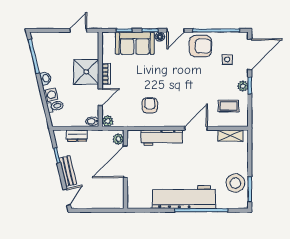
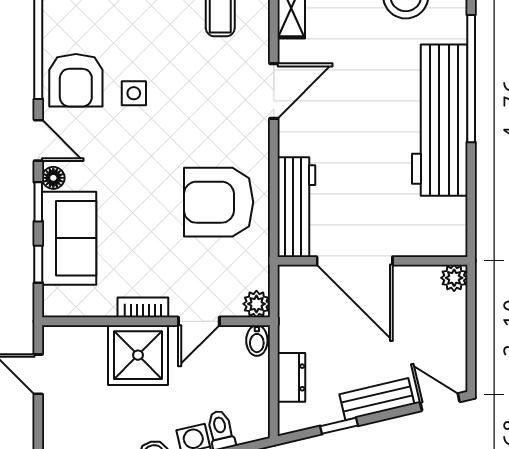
armchair: (200, 46) -> (76, 80), turned 180
side table: (227, 59) -> (134, 93), moved
door: (100, 97) -> (199, 321), swing flipped
armchair: (150, 105) -> (219, 202), width x1.88, depth x1.88
door: (196, 128) -> (274, 91), swing flipped
workbench: (162, 138) -> (296, 207), moved
plant: (118, 139) -> (454, 278), moved

